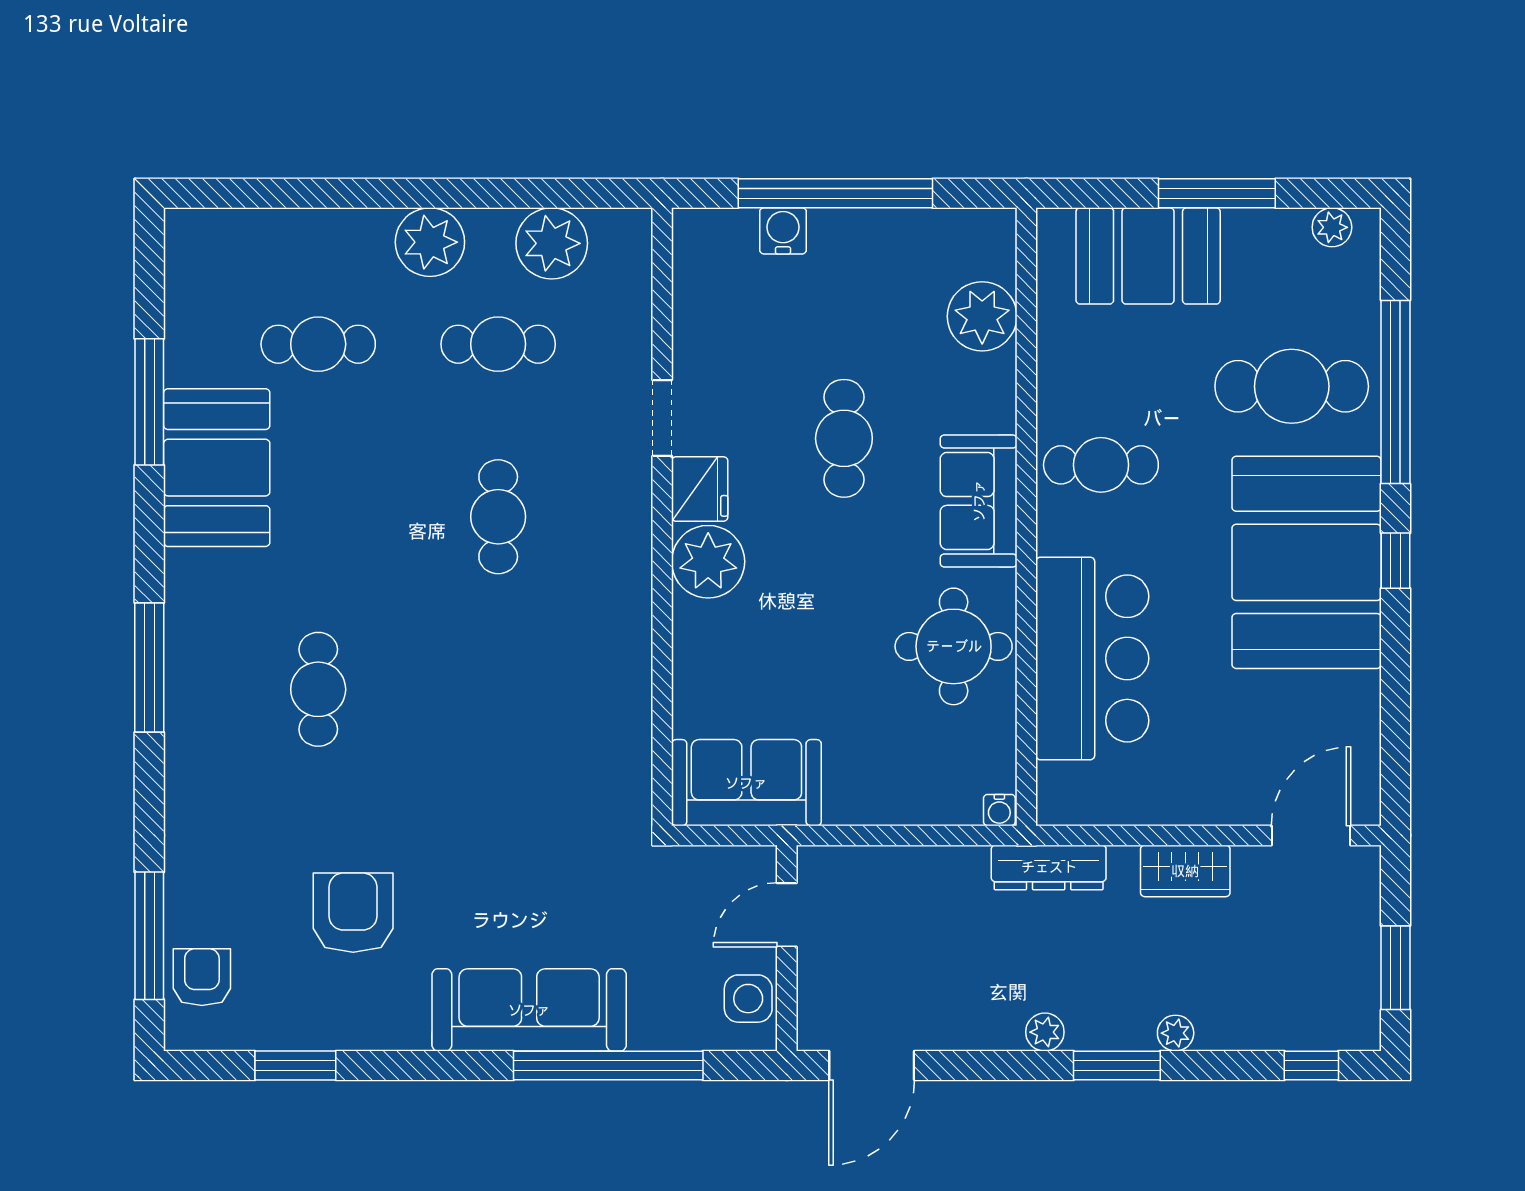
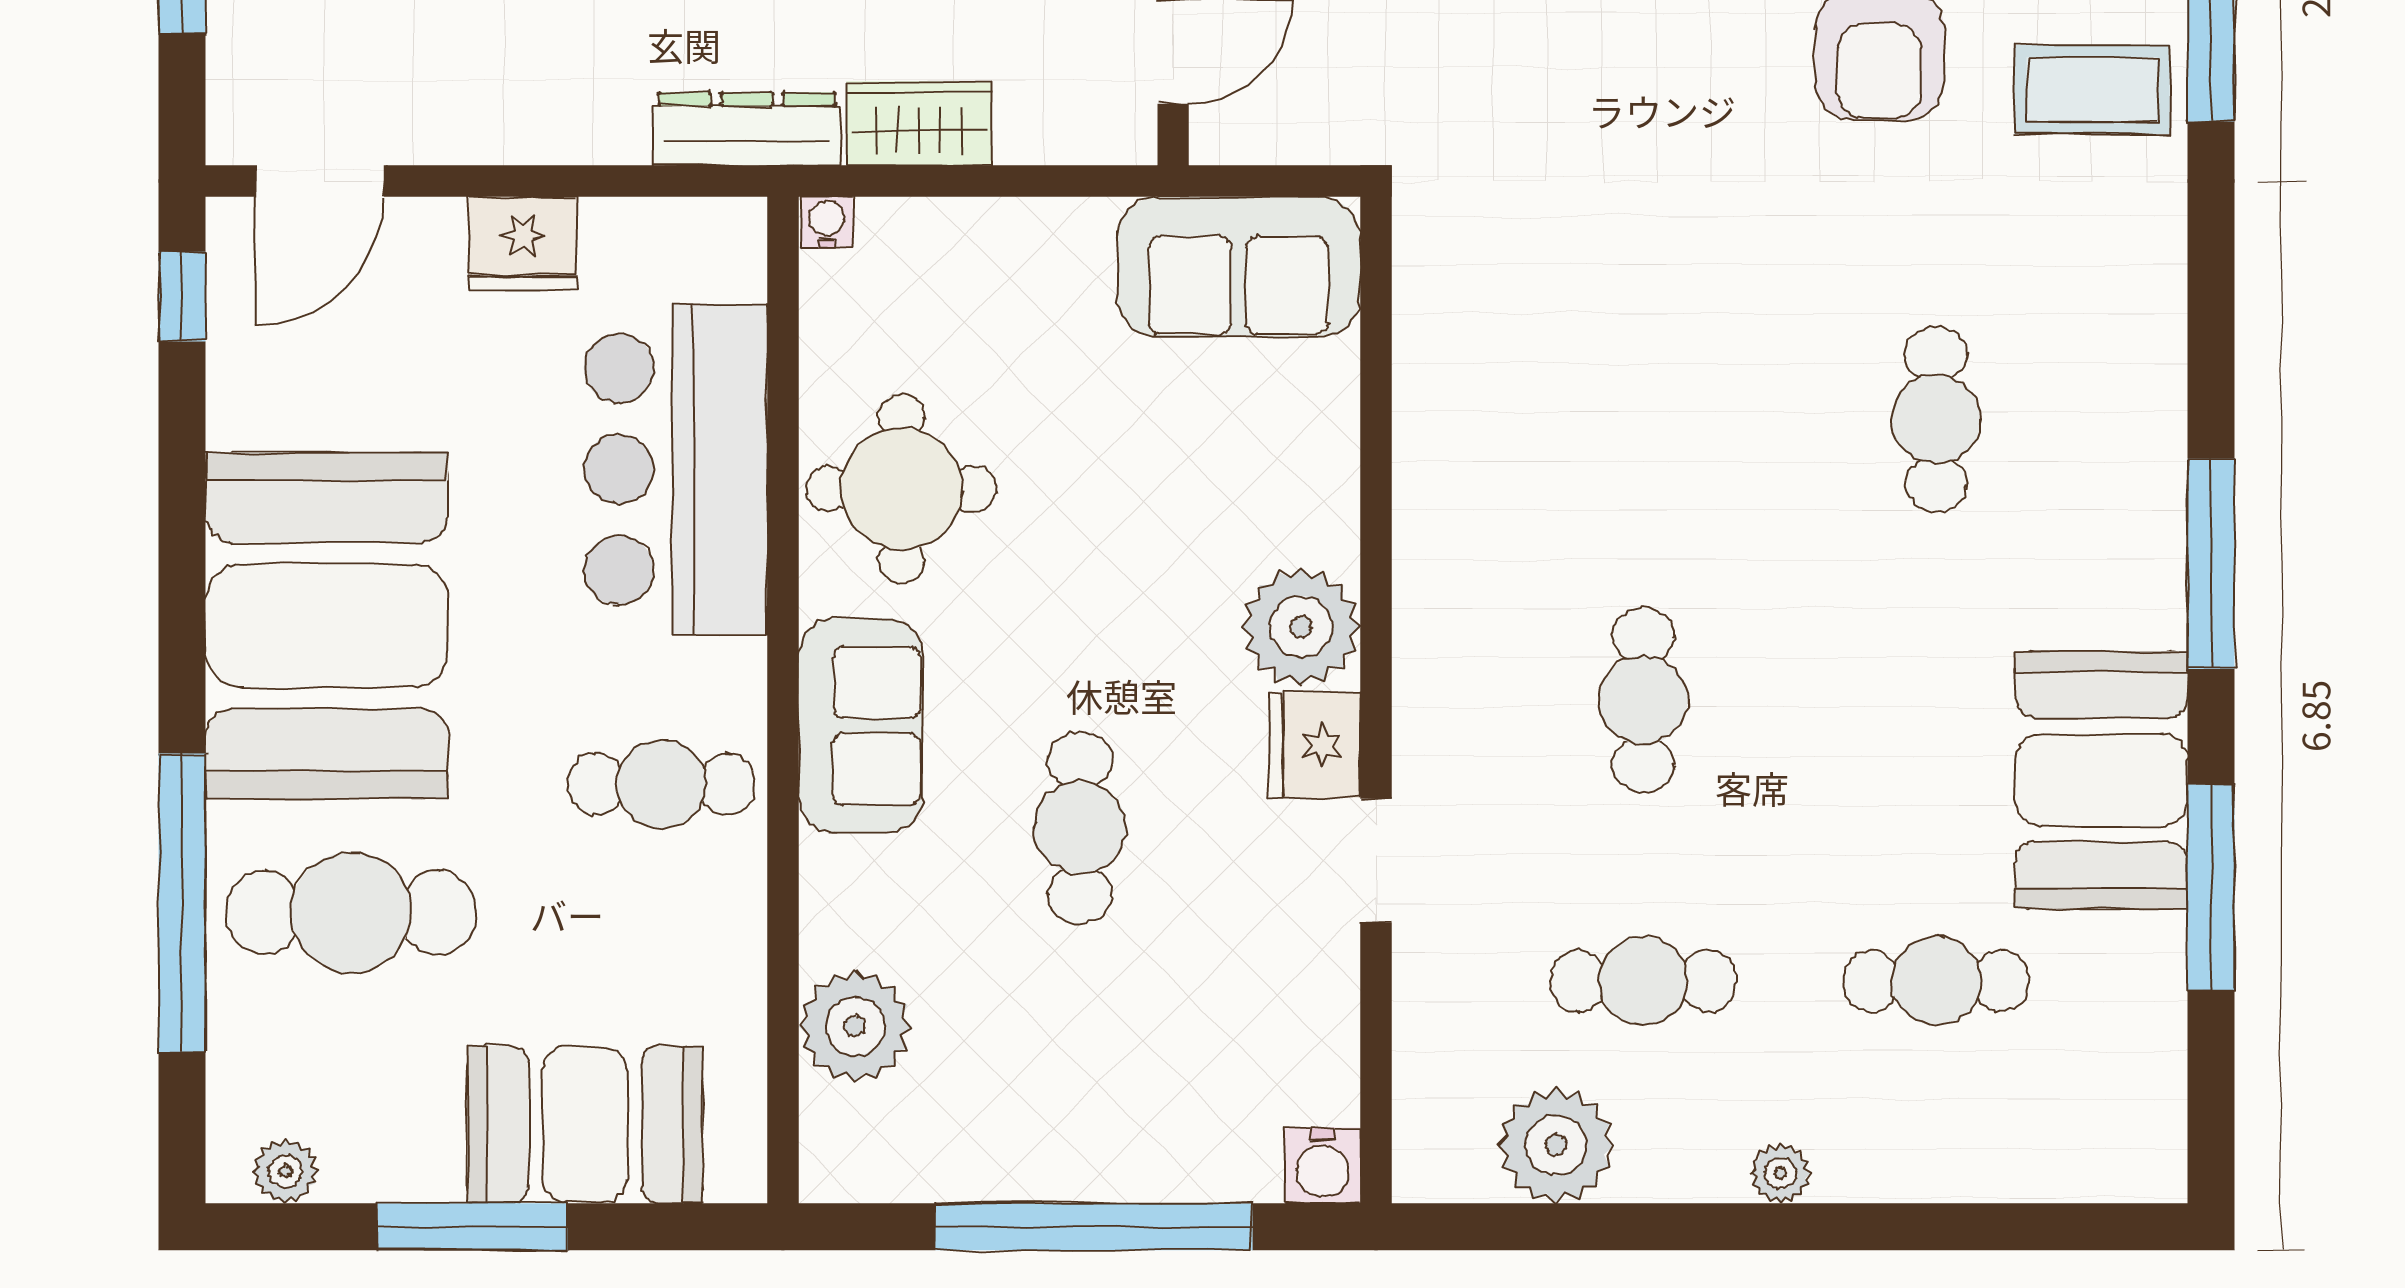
water cooler: (783, 231) -> (1323, 1165), moved
plant: (430, 242) -> (1780, 1173), width x0.53, depth x0.53
window: (1395, 561) -> (182, 297), moved
window: (149, 668) -> (2211, 564), moved
fridge: (1186, 797) -> (523, 243), added
wardrobe: (1185, 871) -> (919, 123), moved
coffee table: (222, 892) -> (2092, 89), added

